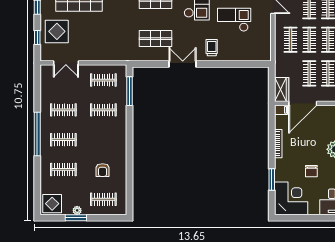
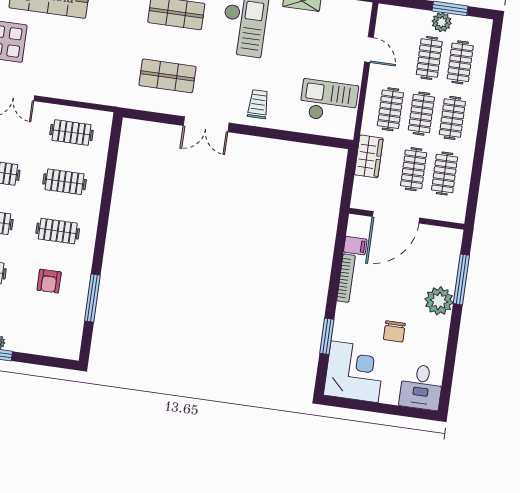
checkout: (234, 20) -> (329, 101), moved
double door: (183, 64) -> (206, 124), swing flipped
wardrobe: (282, 89) -> (369, 156), moved
window: (130, 91) -> (92, 298), moved
filing cabinet: (281, 110) -> (355, 246), moved
clothes rail: (103, 199) -> (58, 231), moved

